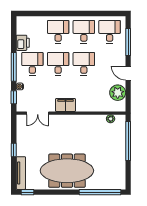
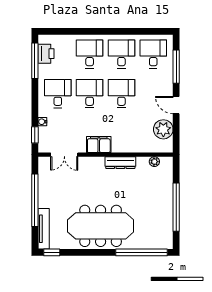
printer: (23, 43) -> (46, 54), moved
window: (14, 67) -> (35, 61), moved
dresser: (83, 120) -> (120, 163), added
window: (128, 141) -> (176, 207), moved
window: (14, 150) -> (35, 200), width x3.17

